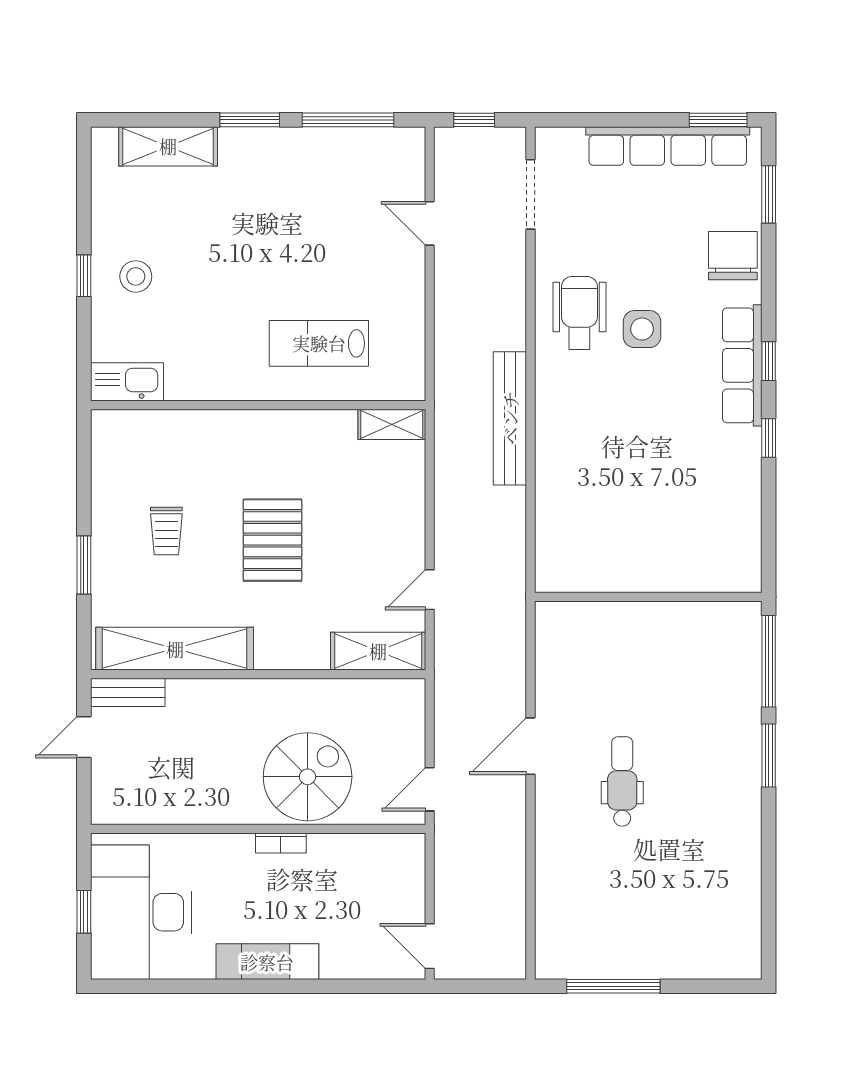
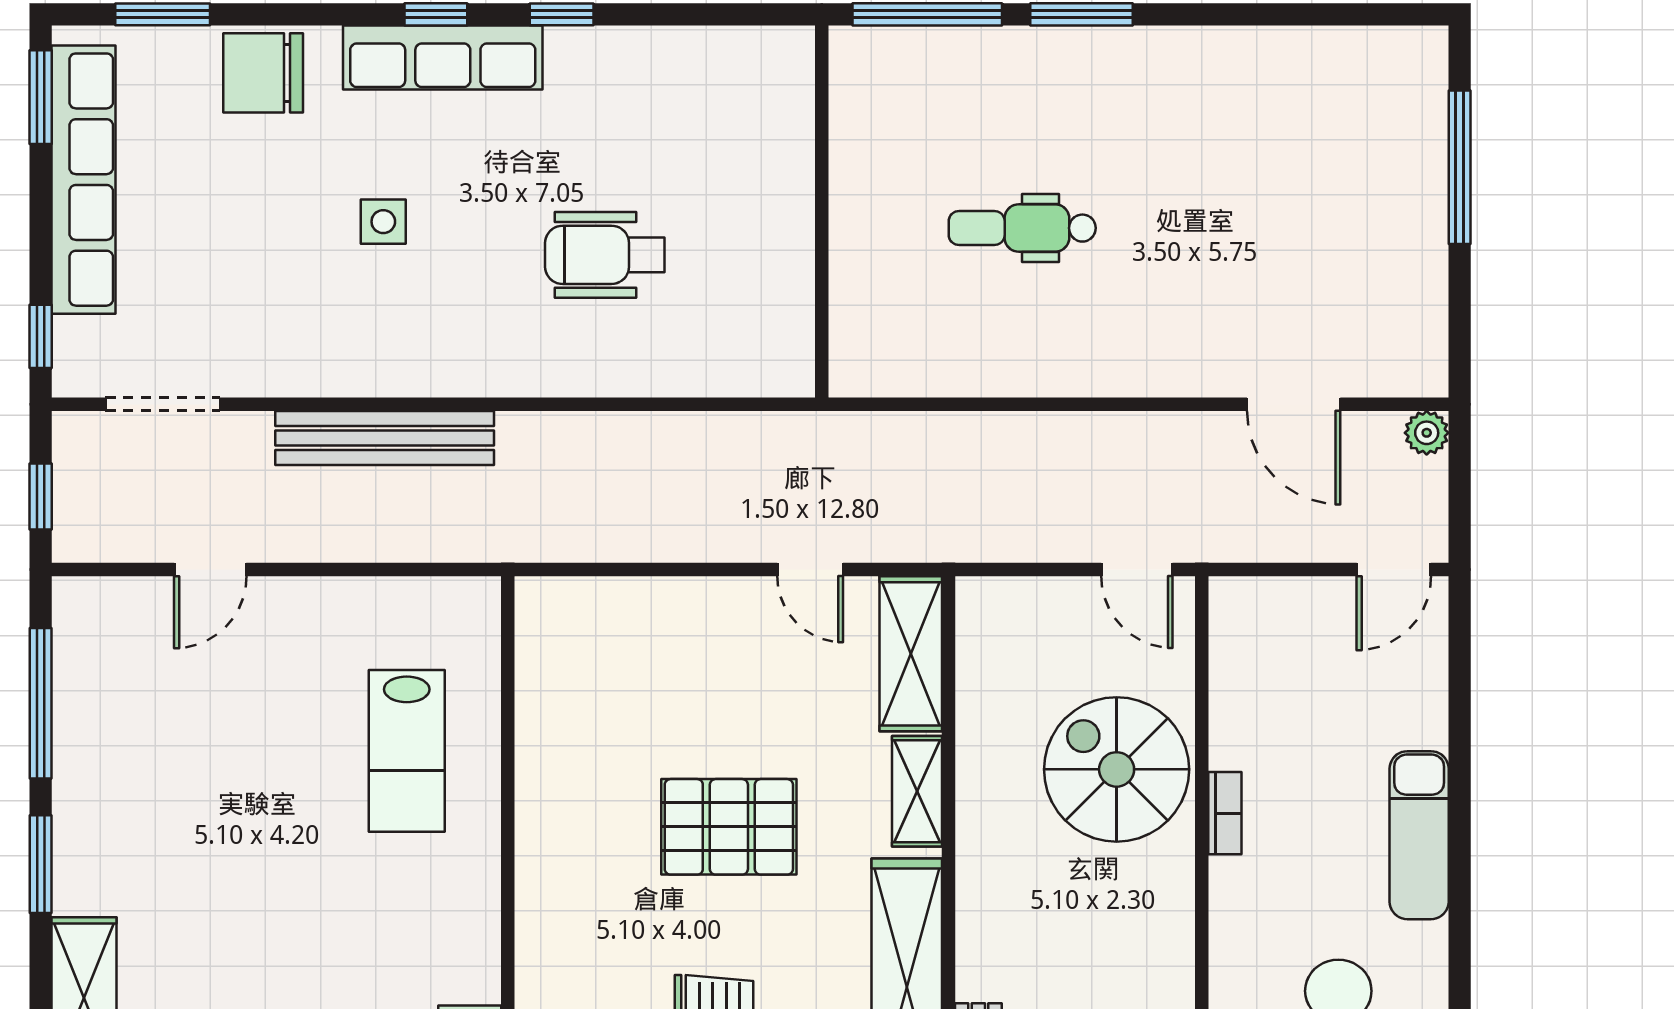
window: (572, 120) -> (41, 336), added
wheelchair: (579, 313) -> (605, 255), moved
side table: (642, 329) -> (383, 222), width x0.73, depth x0.73
bench: (510, 418) -> (385, 438), moved
shelving: (392, 424) -> (917, 791), moved
door: (531, 746) -> (1294, 404), moved
dental chair: (622, 781) -> (1022, 228), moved
plant: (513, 966) -> (1427, 433), added
window: (613, 986) -> (1460, 167), moved

